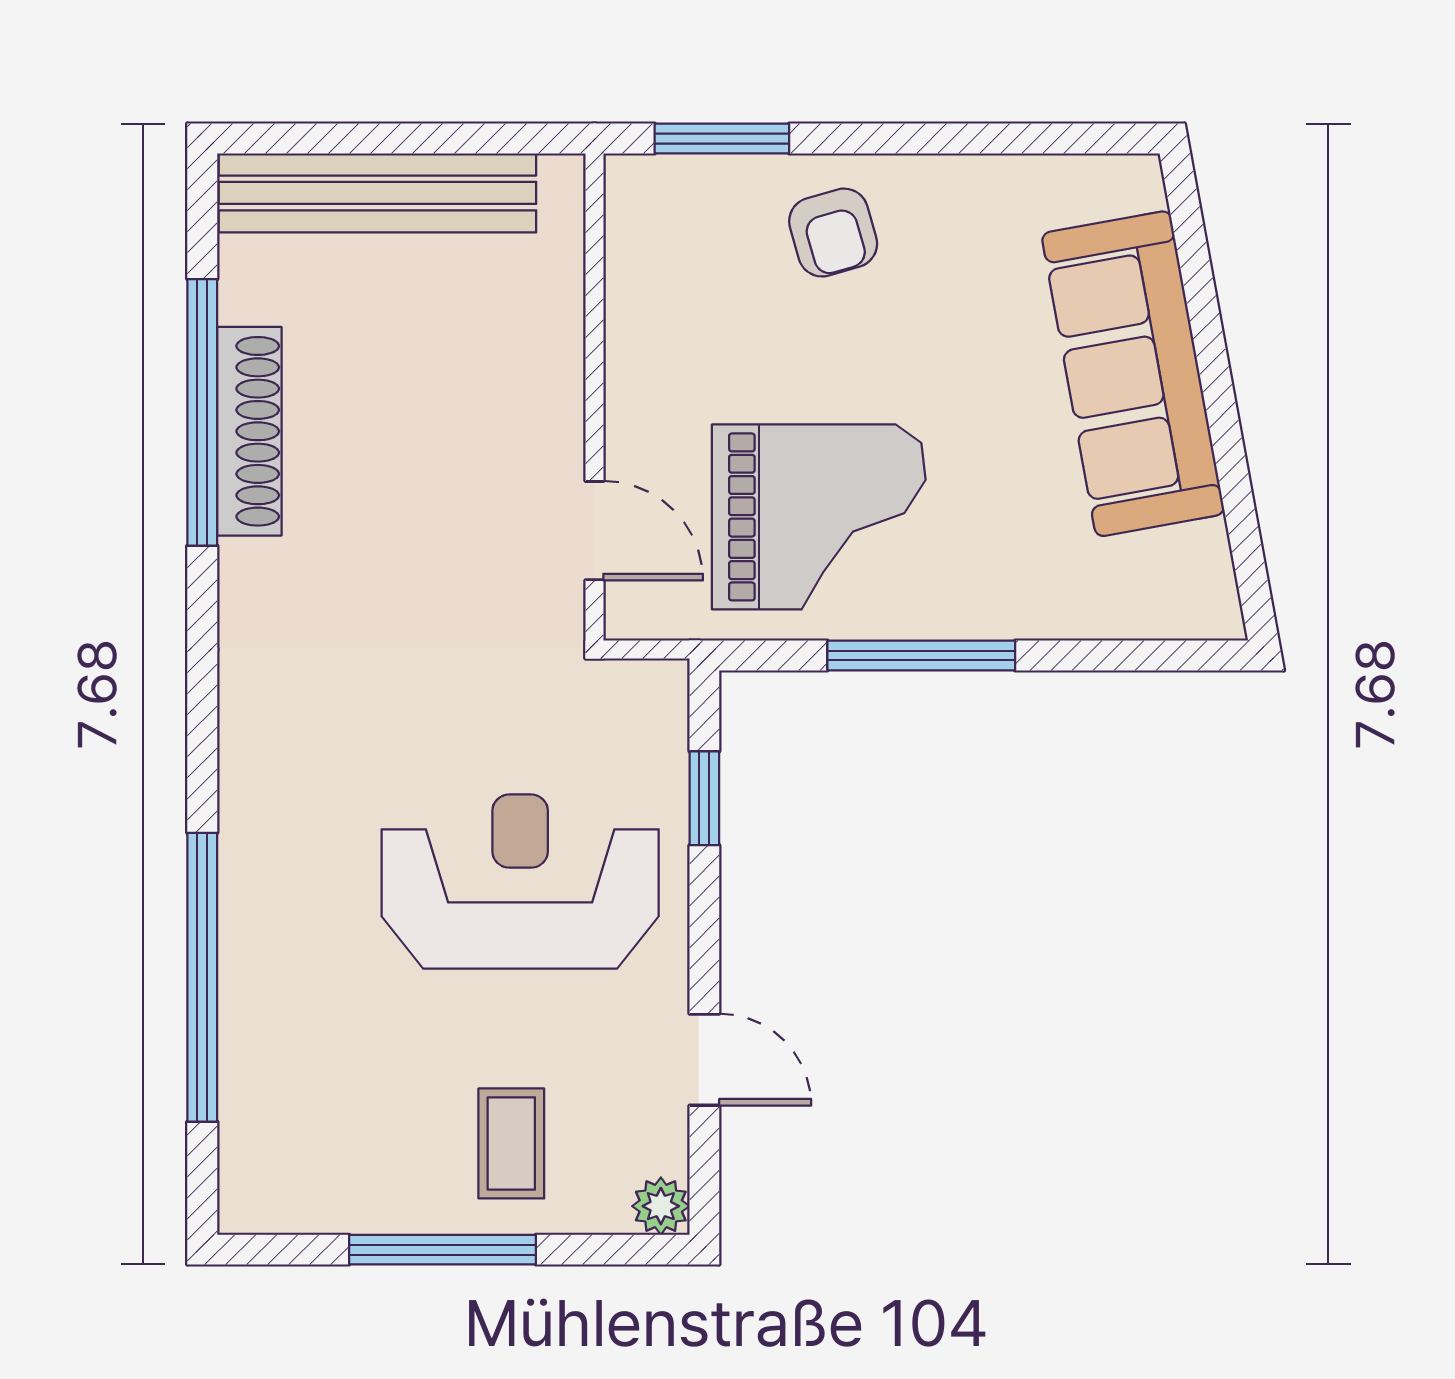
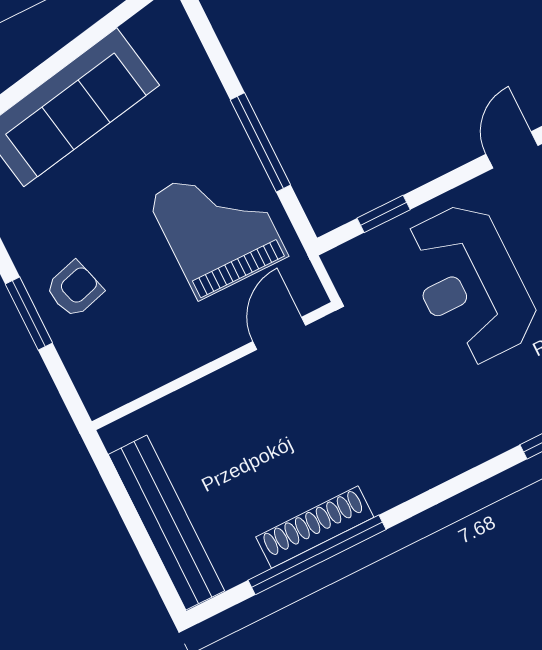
window: (722, 139) -> (29, 314), moved

